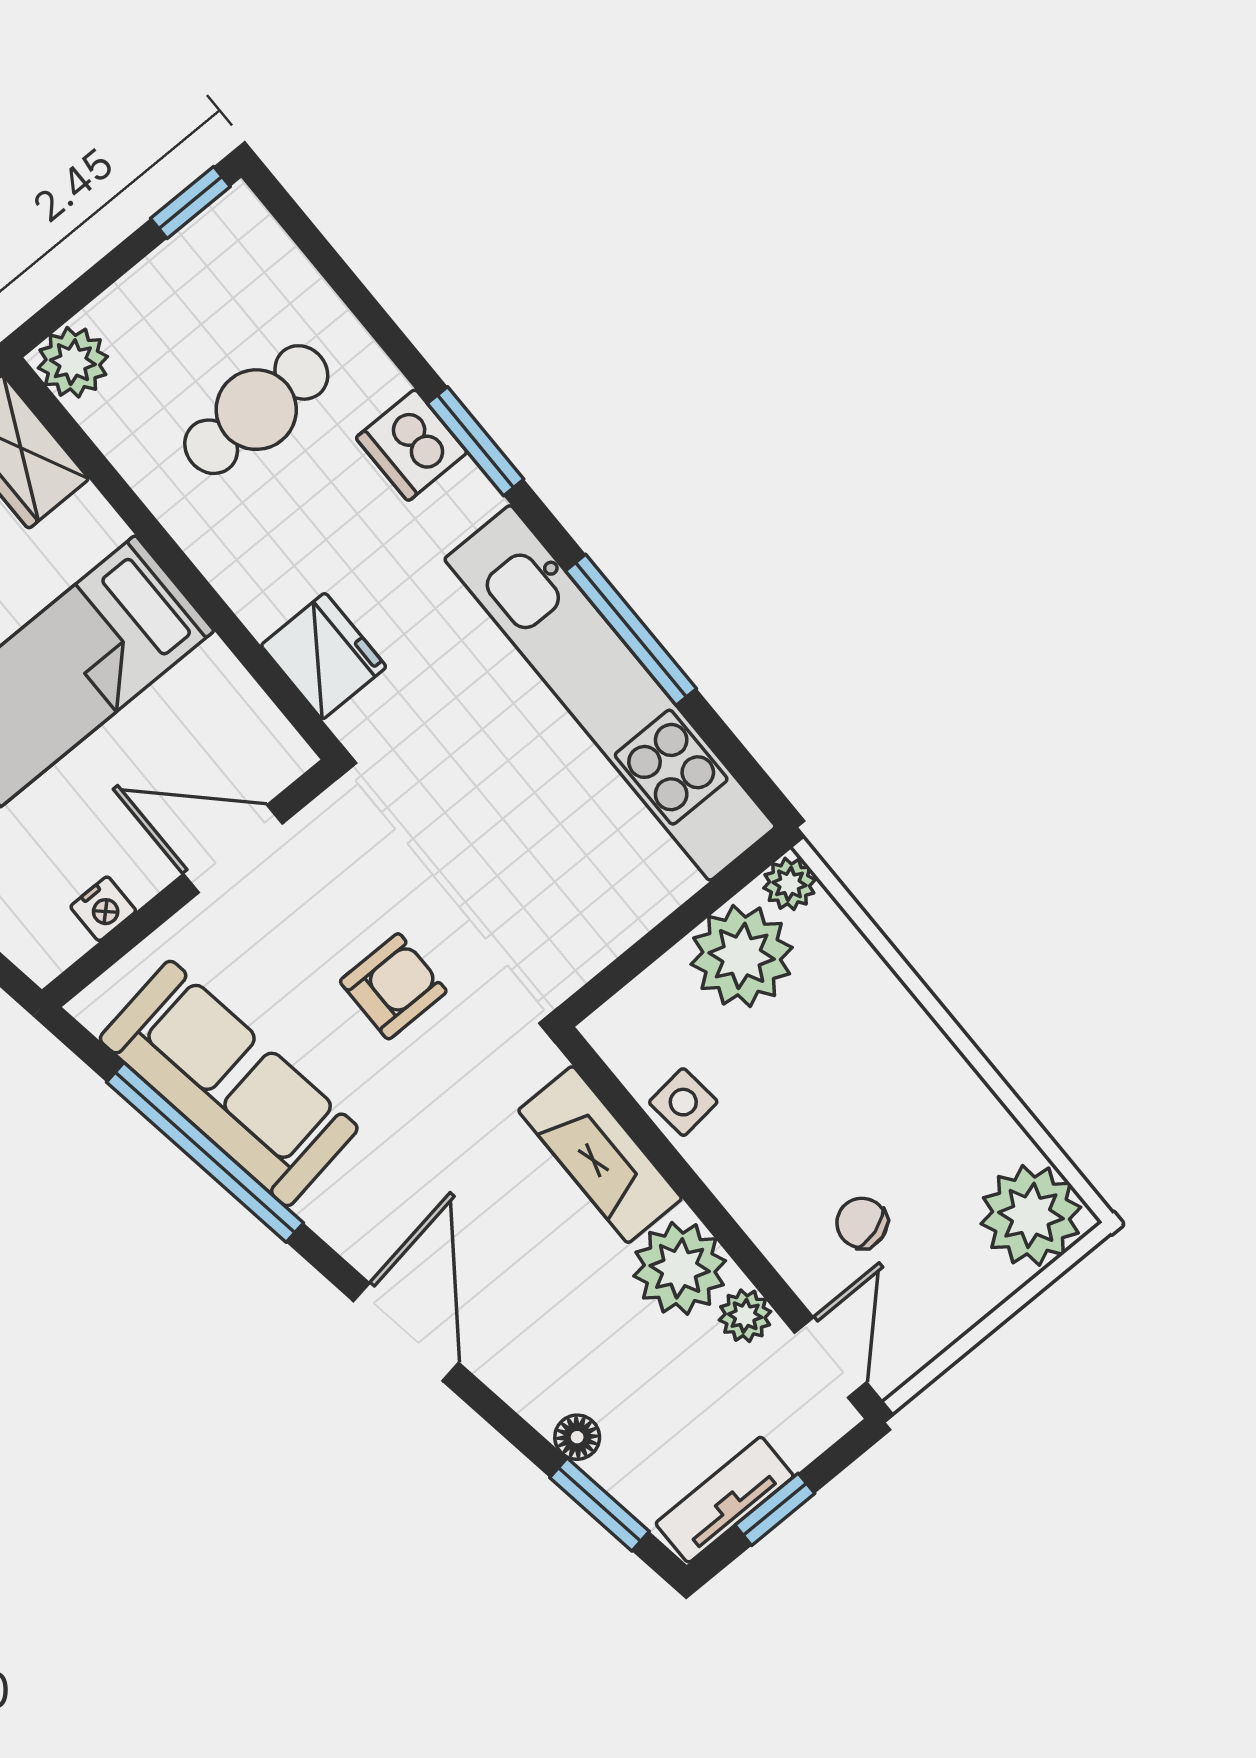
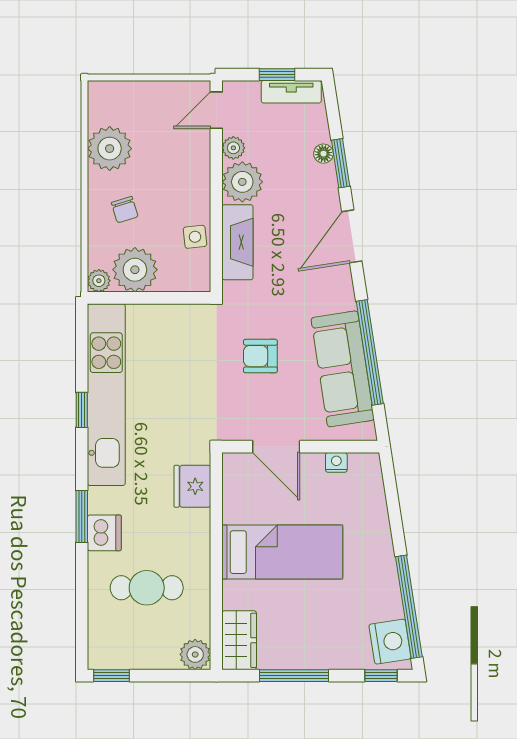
window: (631, 630) -> (82, 410), width x0.46
plant: (1031, 1215) -> (110, 149), moved
chair: (862, 1223) -> (125, 210), moved
window: (599, 1504) -> (341, 163), moved

